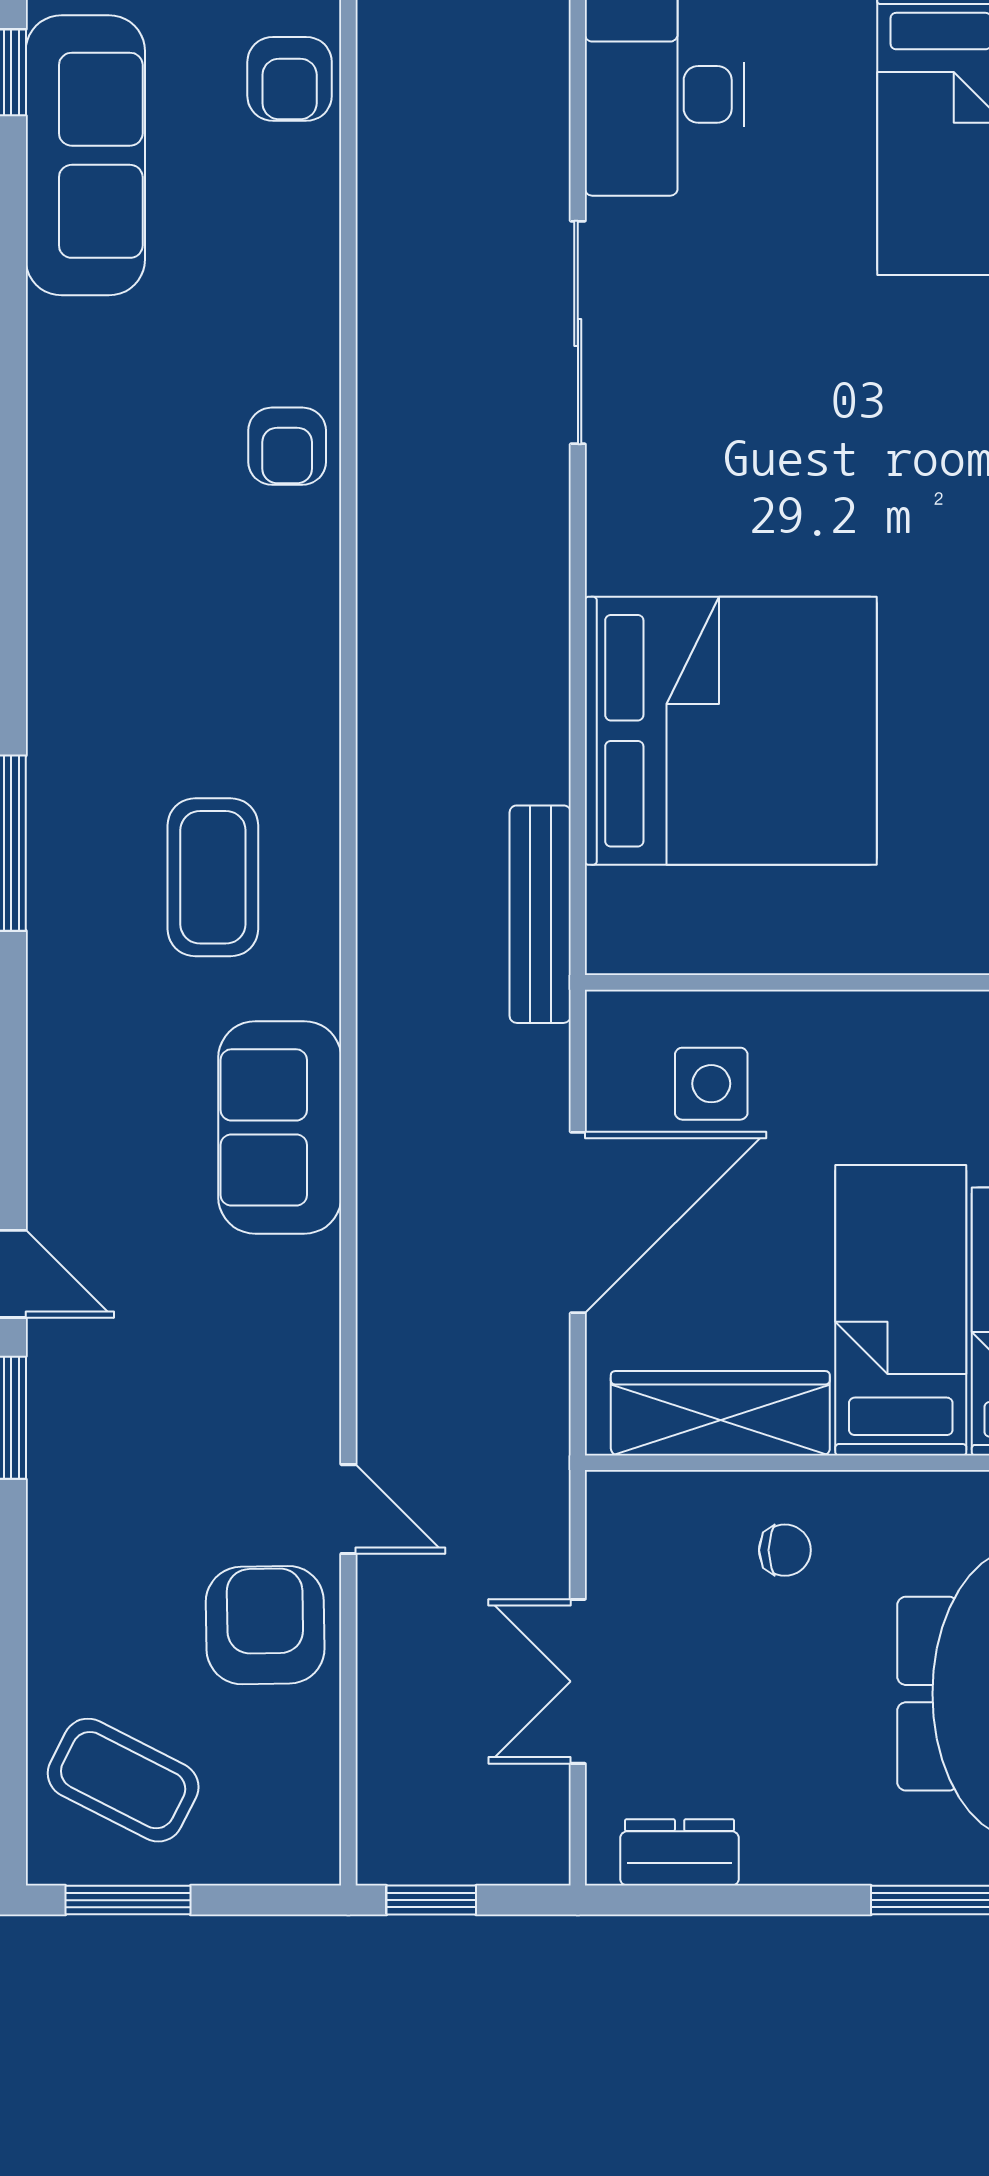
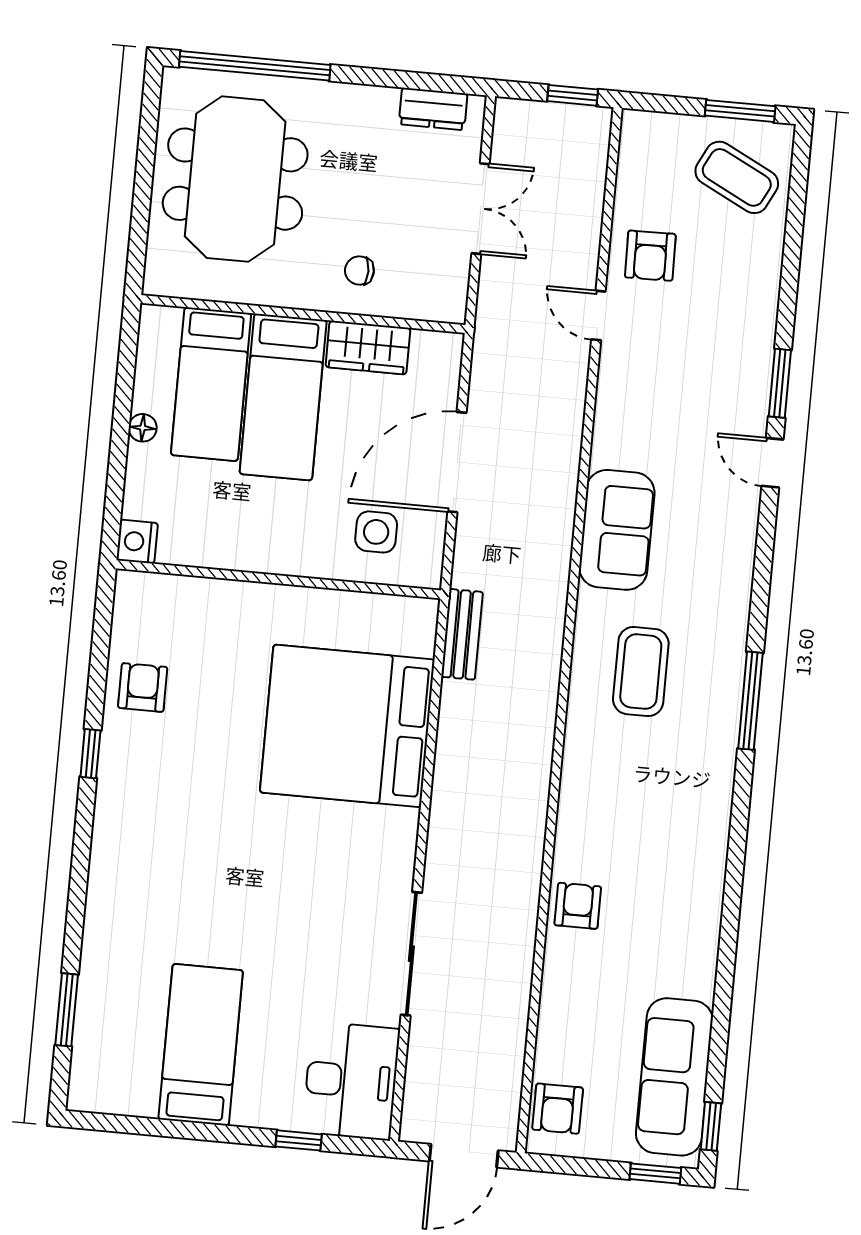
armchair: (290, 79) -> (558, 1109), turned 180
bench: (540, 914) -> (462, 634), width x0.73
wardrobe: (720, 1413) -> (368, 348), width x0.67
armchair: (265, 1625) -> (650, 256), width x0.72, depth x0.72

